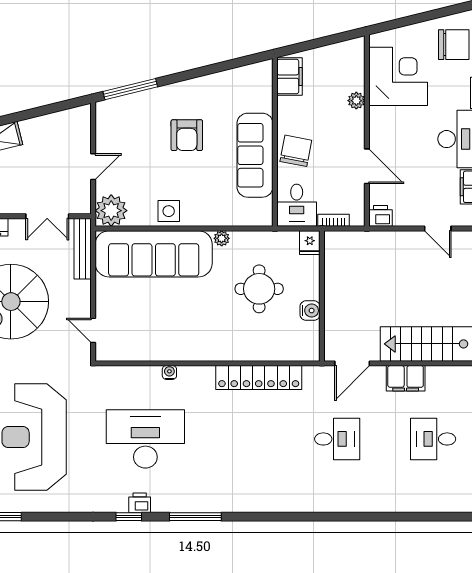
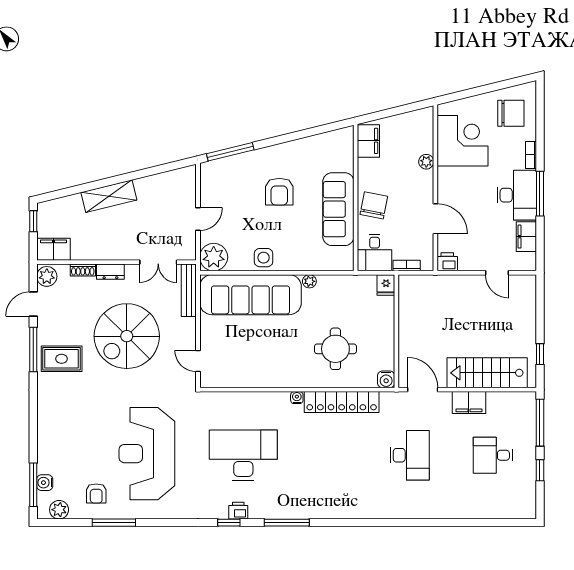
round table: (259, 289) -> (335, 349), moved
water cooler: (310, 311) -> (386, 379), moved, turned 90
door: (352, 363) -> (423, 390), swing flipped
water cooler: (169, 372) -> (297, 398), moved
desk: (337, 439) -> (410, 455), width x1.37

